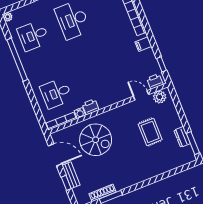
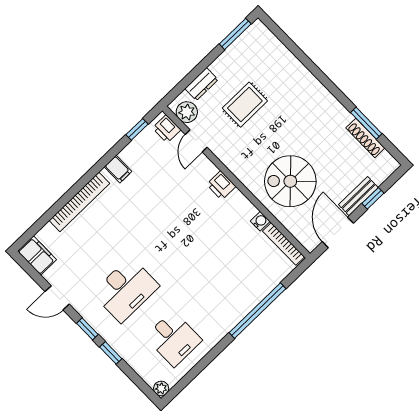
window: (17, 60) -> (257, 311), moved
desk: (56, 93) -> (245, 269), removed
printer: (91, 107) -> (221, 185), moved
dresser: (182, 137) -> (201, 84), moved
spiral stairs: (96, 140) -> (290, 181), turned -90

